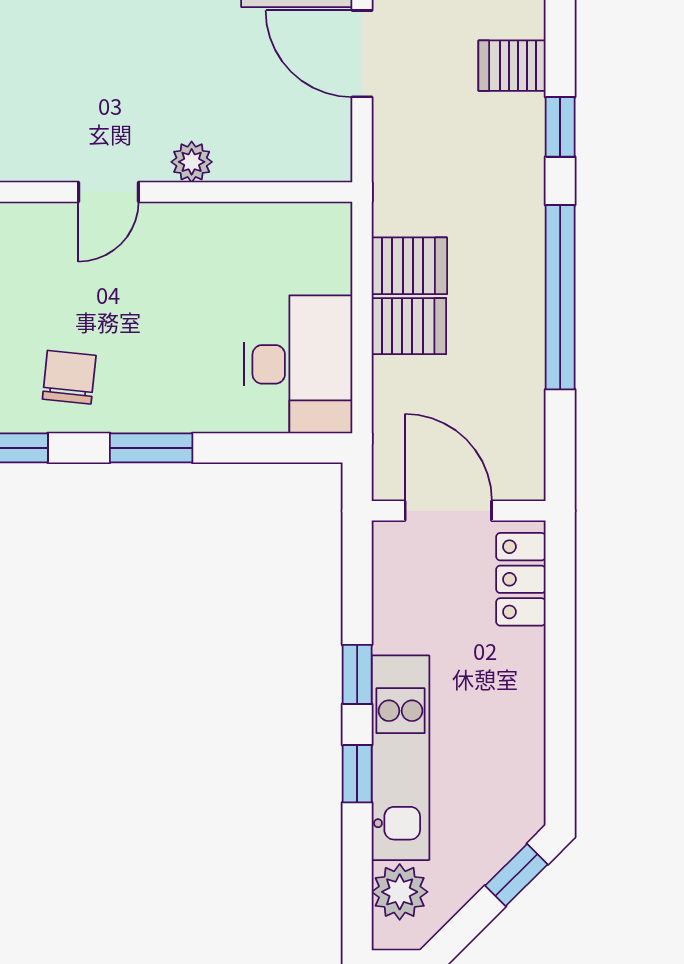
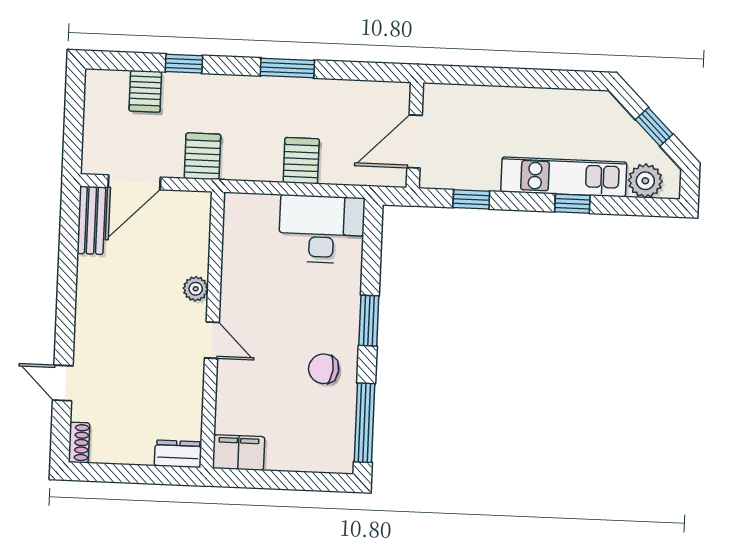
server rack: (409, 266) -> (202, 156), moved
window: (560, 297) -> (287, 68), width x0.47
locker: (521, 579) -> (458, 99), removed
window: (357, 674) -> (471, 199), moved
window: (516, 875) -> (654, 127), moved

